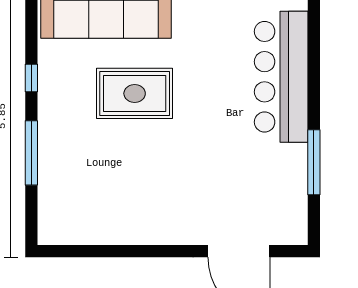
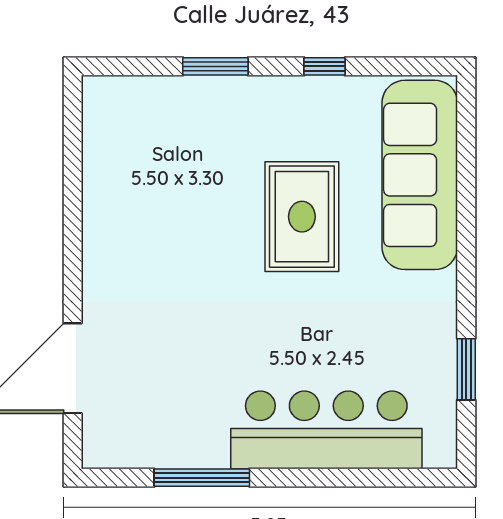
window: (31, 153) -> (215, 66), width x0.69

